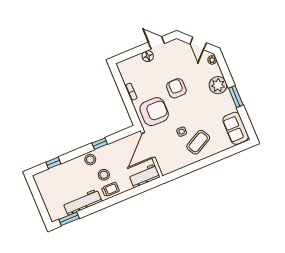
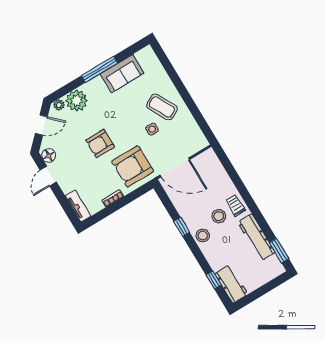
floor lamp: (148, 56) -> (49, 155), moved
tv unit: (129, 63) -> (78, 206), added
plant: (218, 85) -> (77, 101), moved
window: (236, 97) -> (99, 69), width x1.44
armchair: (154, 112) -> (133, 166), turned -90
sofa: (236, 128) -> (122, 74), moved
workbench: (144, 176) -> (231, 284), moved, turned 180

